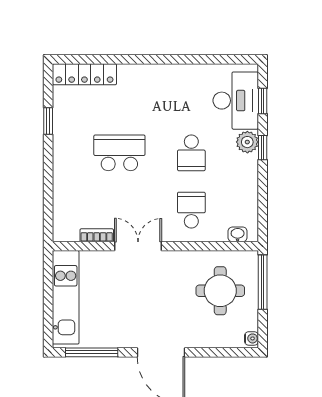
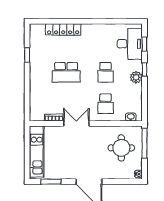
locker: (84, 74) -> (63, 29), moved
plant: (247, 142) -> (136, 77), moved
school desk: (119, 153) -> (66, 72), turned 180
school desk: (191, 210) -> (105, 104), turned 180
window: (92, 352) -> (51, 182), width x0.69

